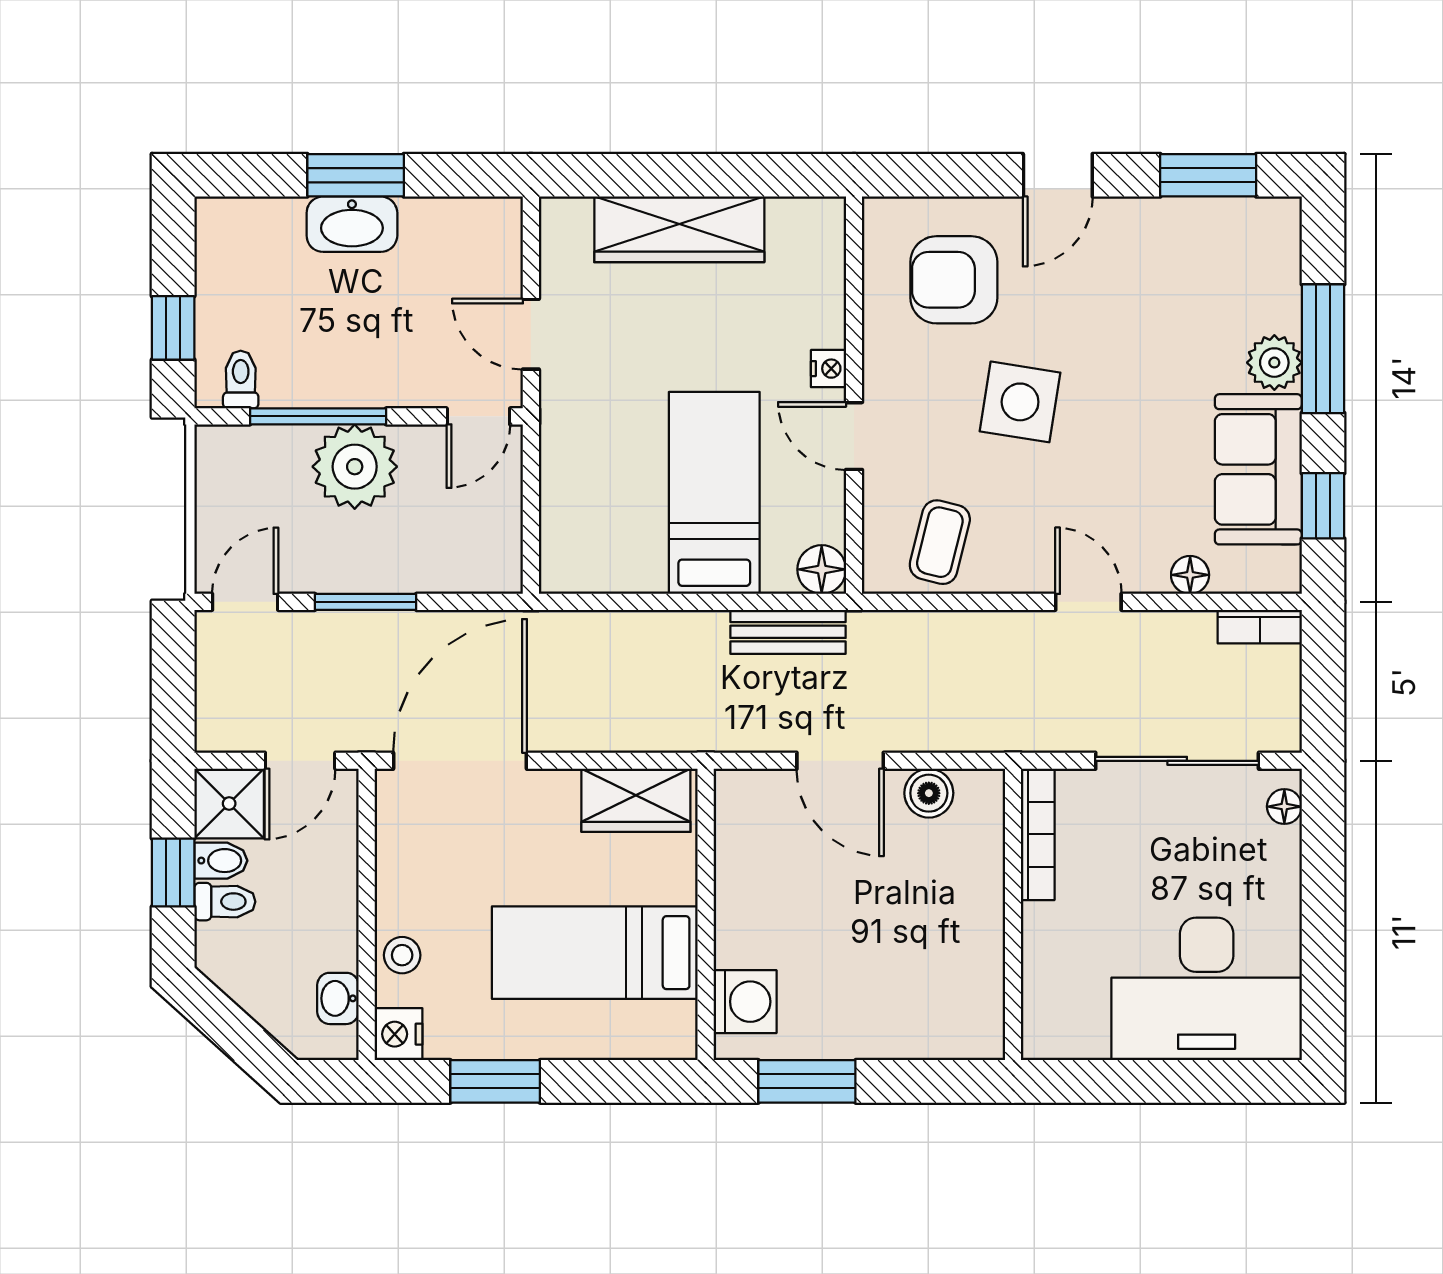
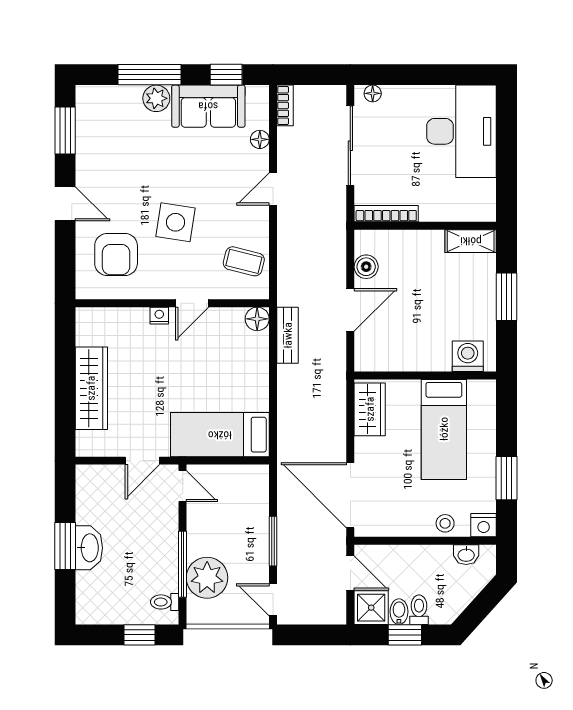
plant: (355, 467) -> (207, 578), moved
bed: (714, 493) -> (220, 435), moved
shelving: (981, 1008) -> (471, 241), added
window: (807, 1081) -> (507, 297), moved

